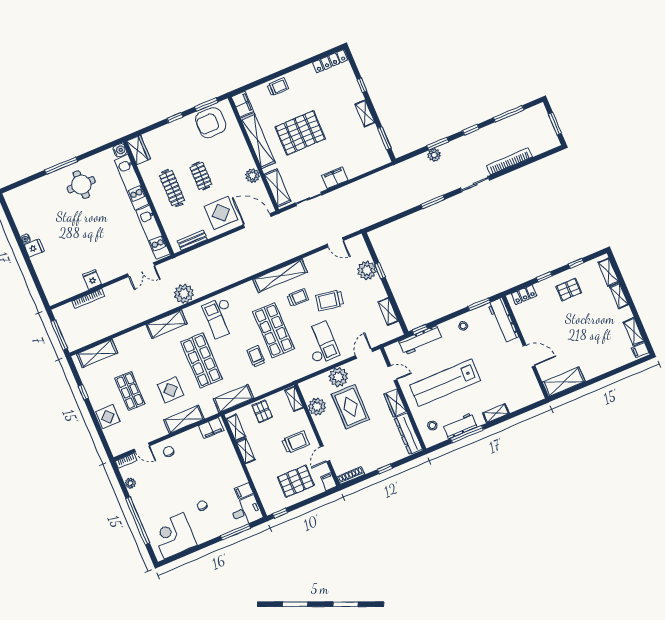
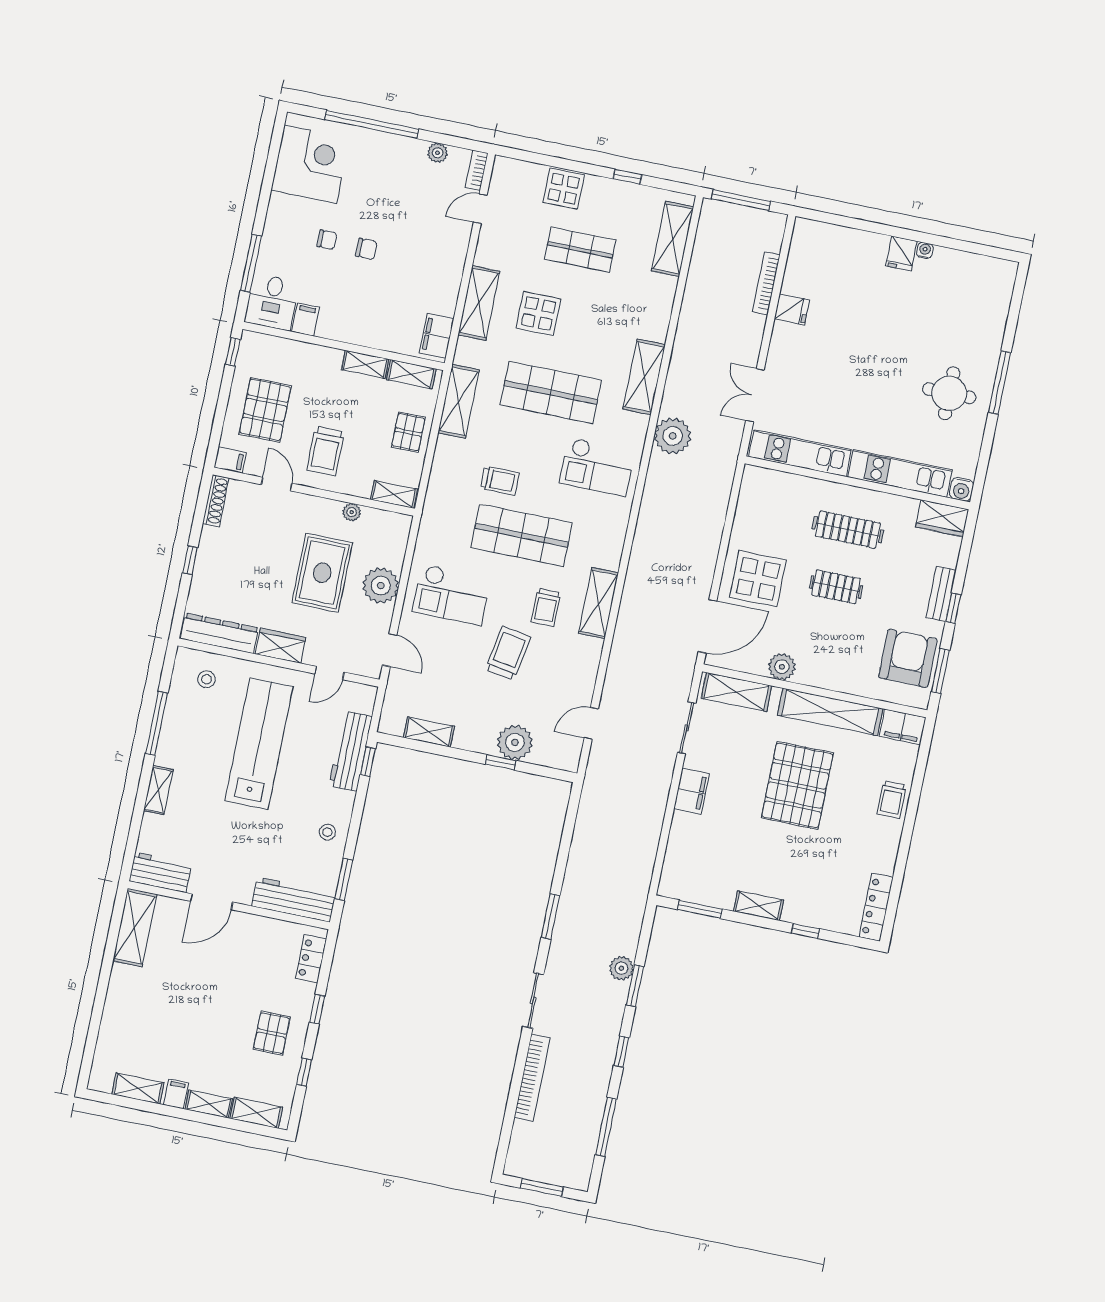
bench: (192, 240) -> (941, 594), moved
shelving: (280, 276) -> (599, 603), width x0.68
checkout: (220, 318) -> (597, 467), turned 180
filing cabinet: (640, 350) -> (176, 1094), moved
plant: (317, 407) -> (352, 512), width x0.53, depth x0.53
rug: (350, 407) -> (322, 573), turned 90
pallet: (262, 411) -> (408, 432), turned 90
workbench: (460, 426) -> (160, 872), moved, turned -90
chair: (169, 452) -> (366, 249), moved

